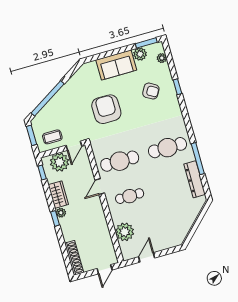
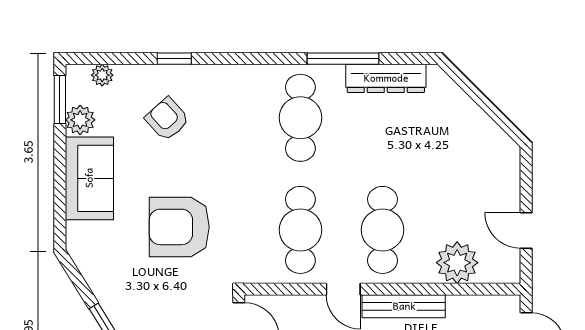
armchair: (151, 91) -> (167, 119), turned -72
cafe table: (130, 196) -> (382, 230), width x1.37, depth x1.35
bench: (100, 214) -> (404, 306), added

